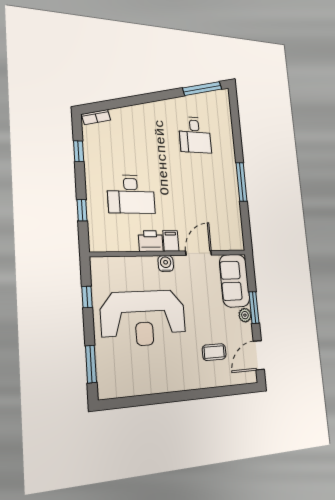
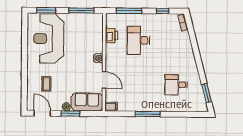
window: (202, 89) -> (207, 93), width x0.69
window: (82, 210) -> (129, 11), width x2.17
printer: (151, 241) -> (111, 35), moved
filing cabinet: (171, 241) -> (111, 107), moved
window: (87, 297) -> (81, 10), width x2.17
reception desk: (144, 318) -> (49, 39), moved

